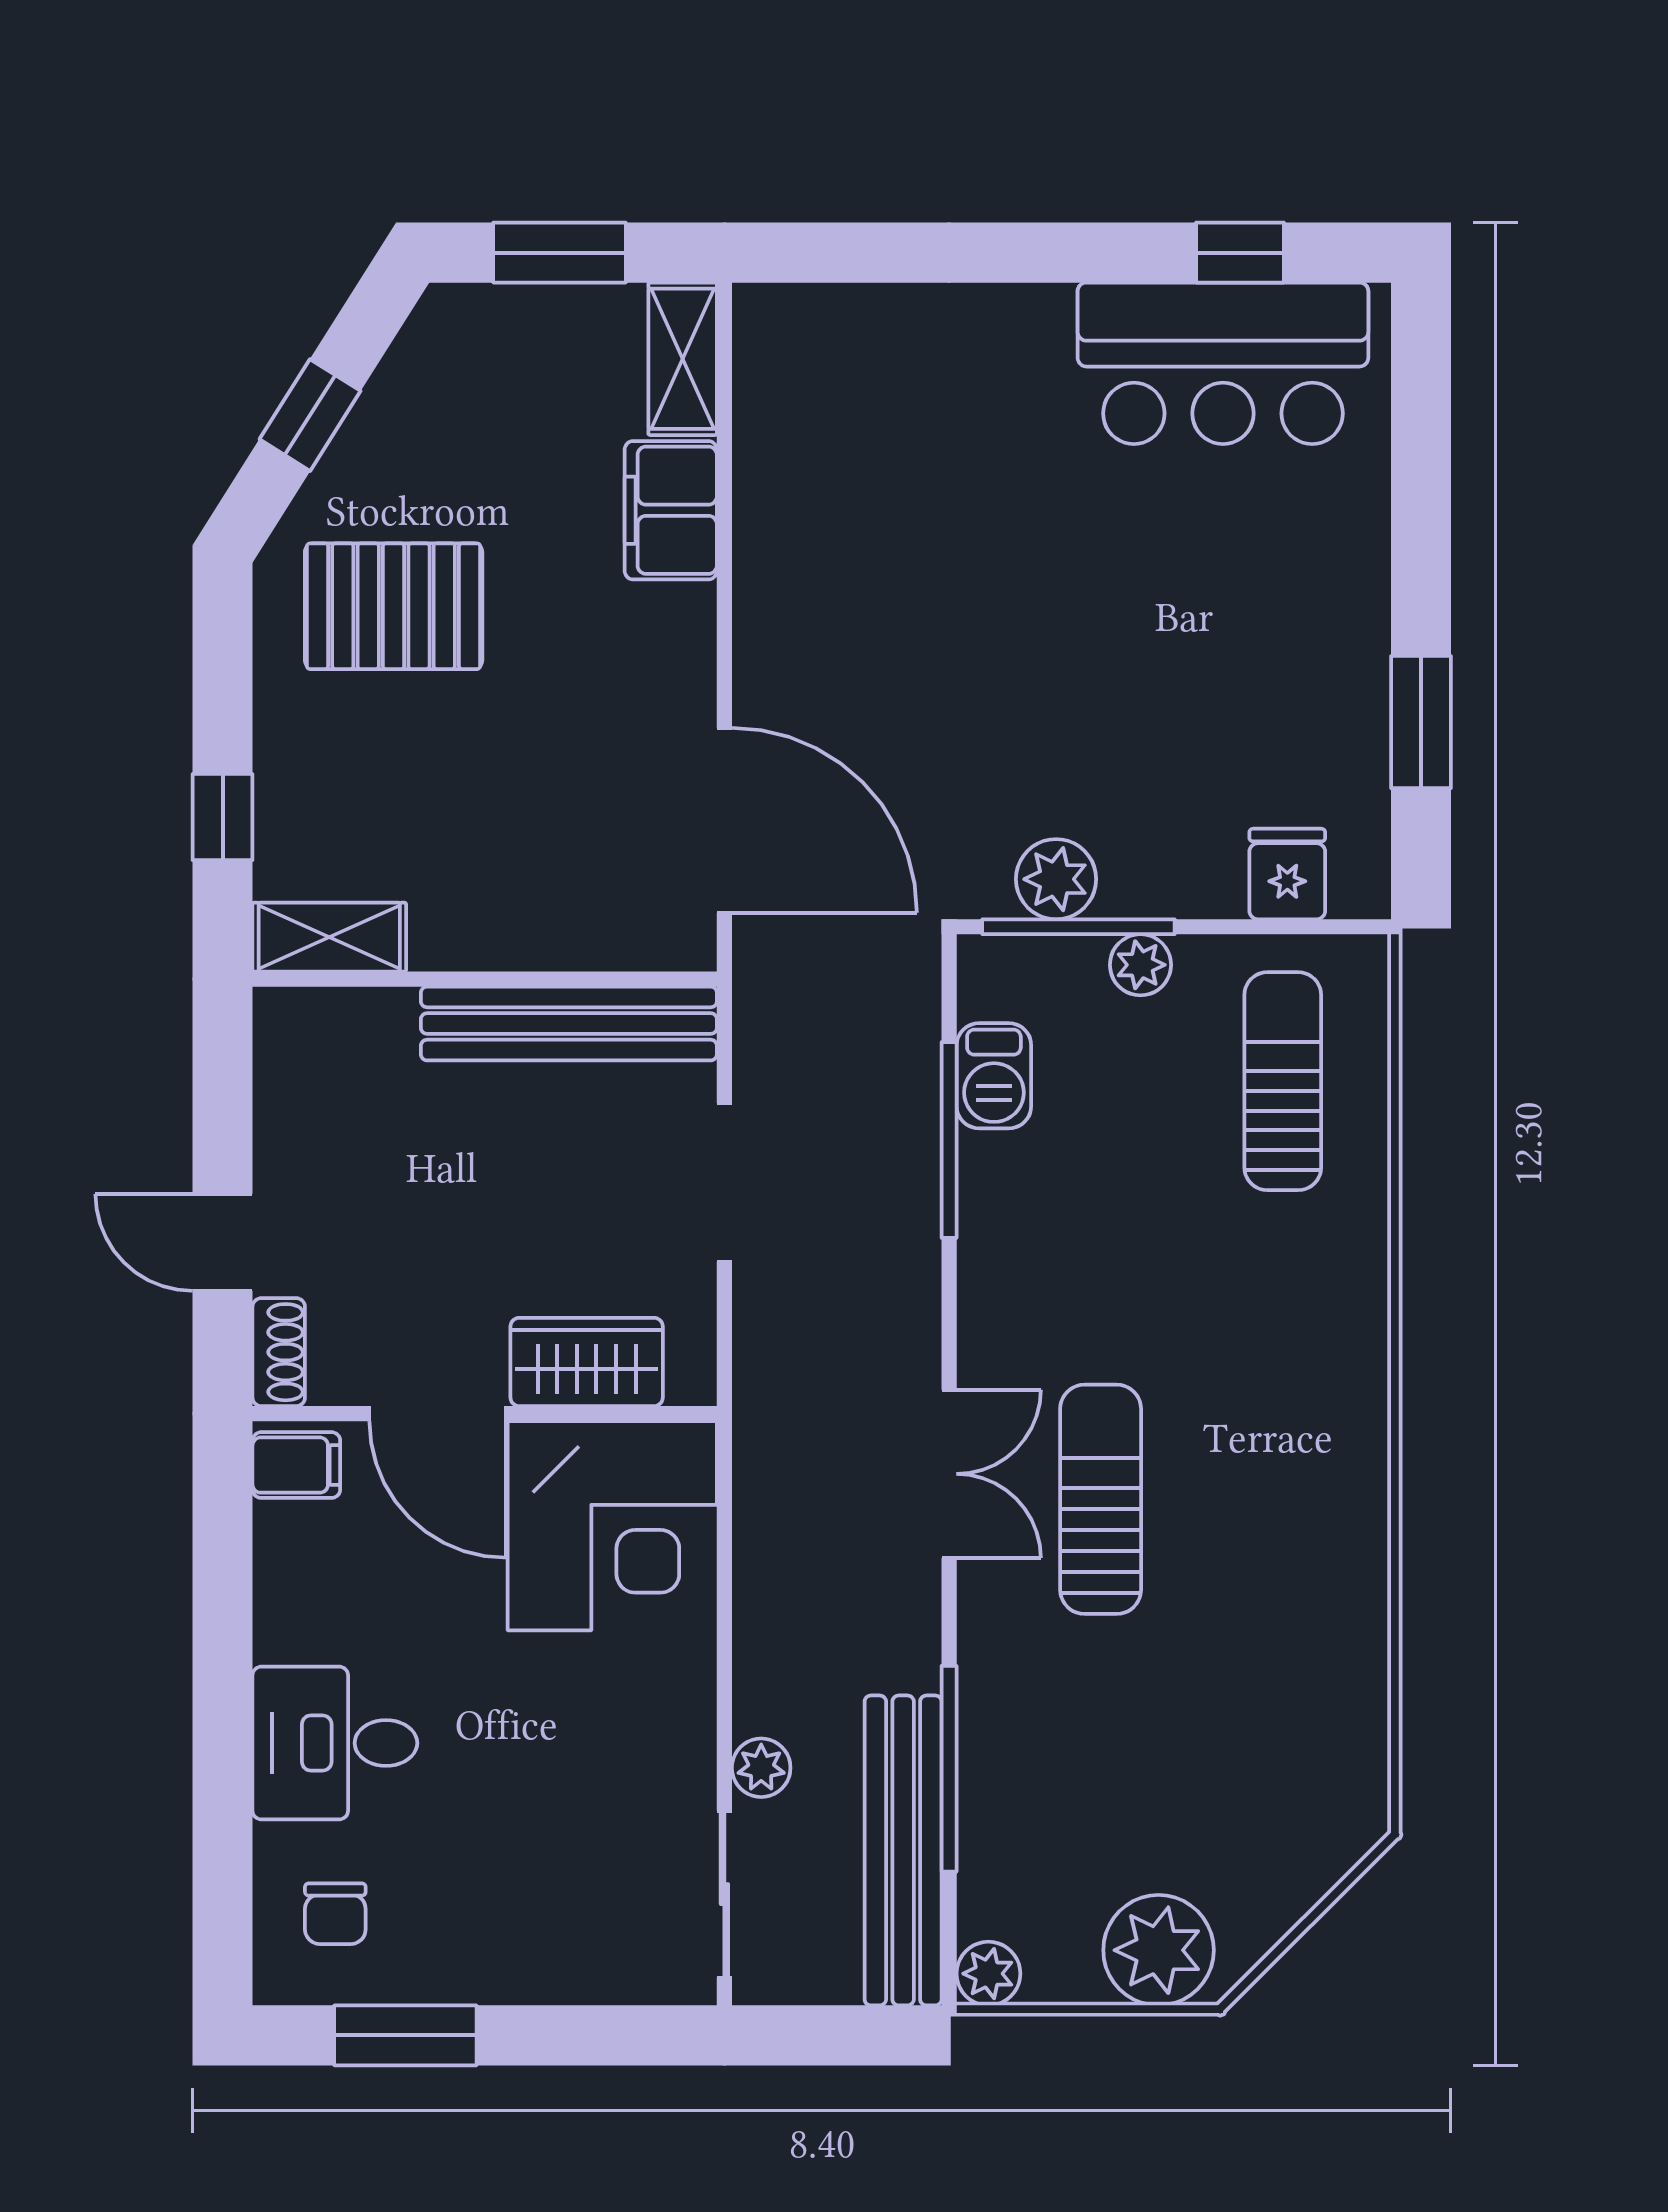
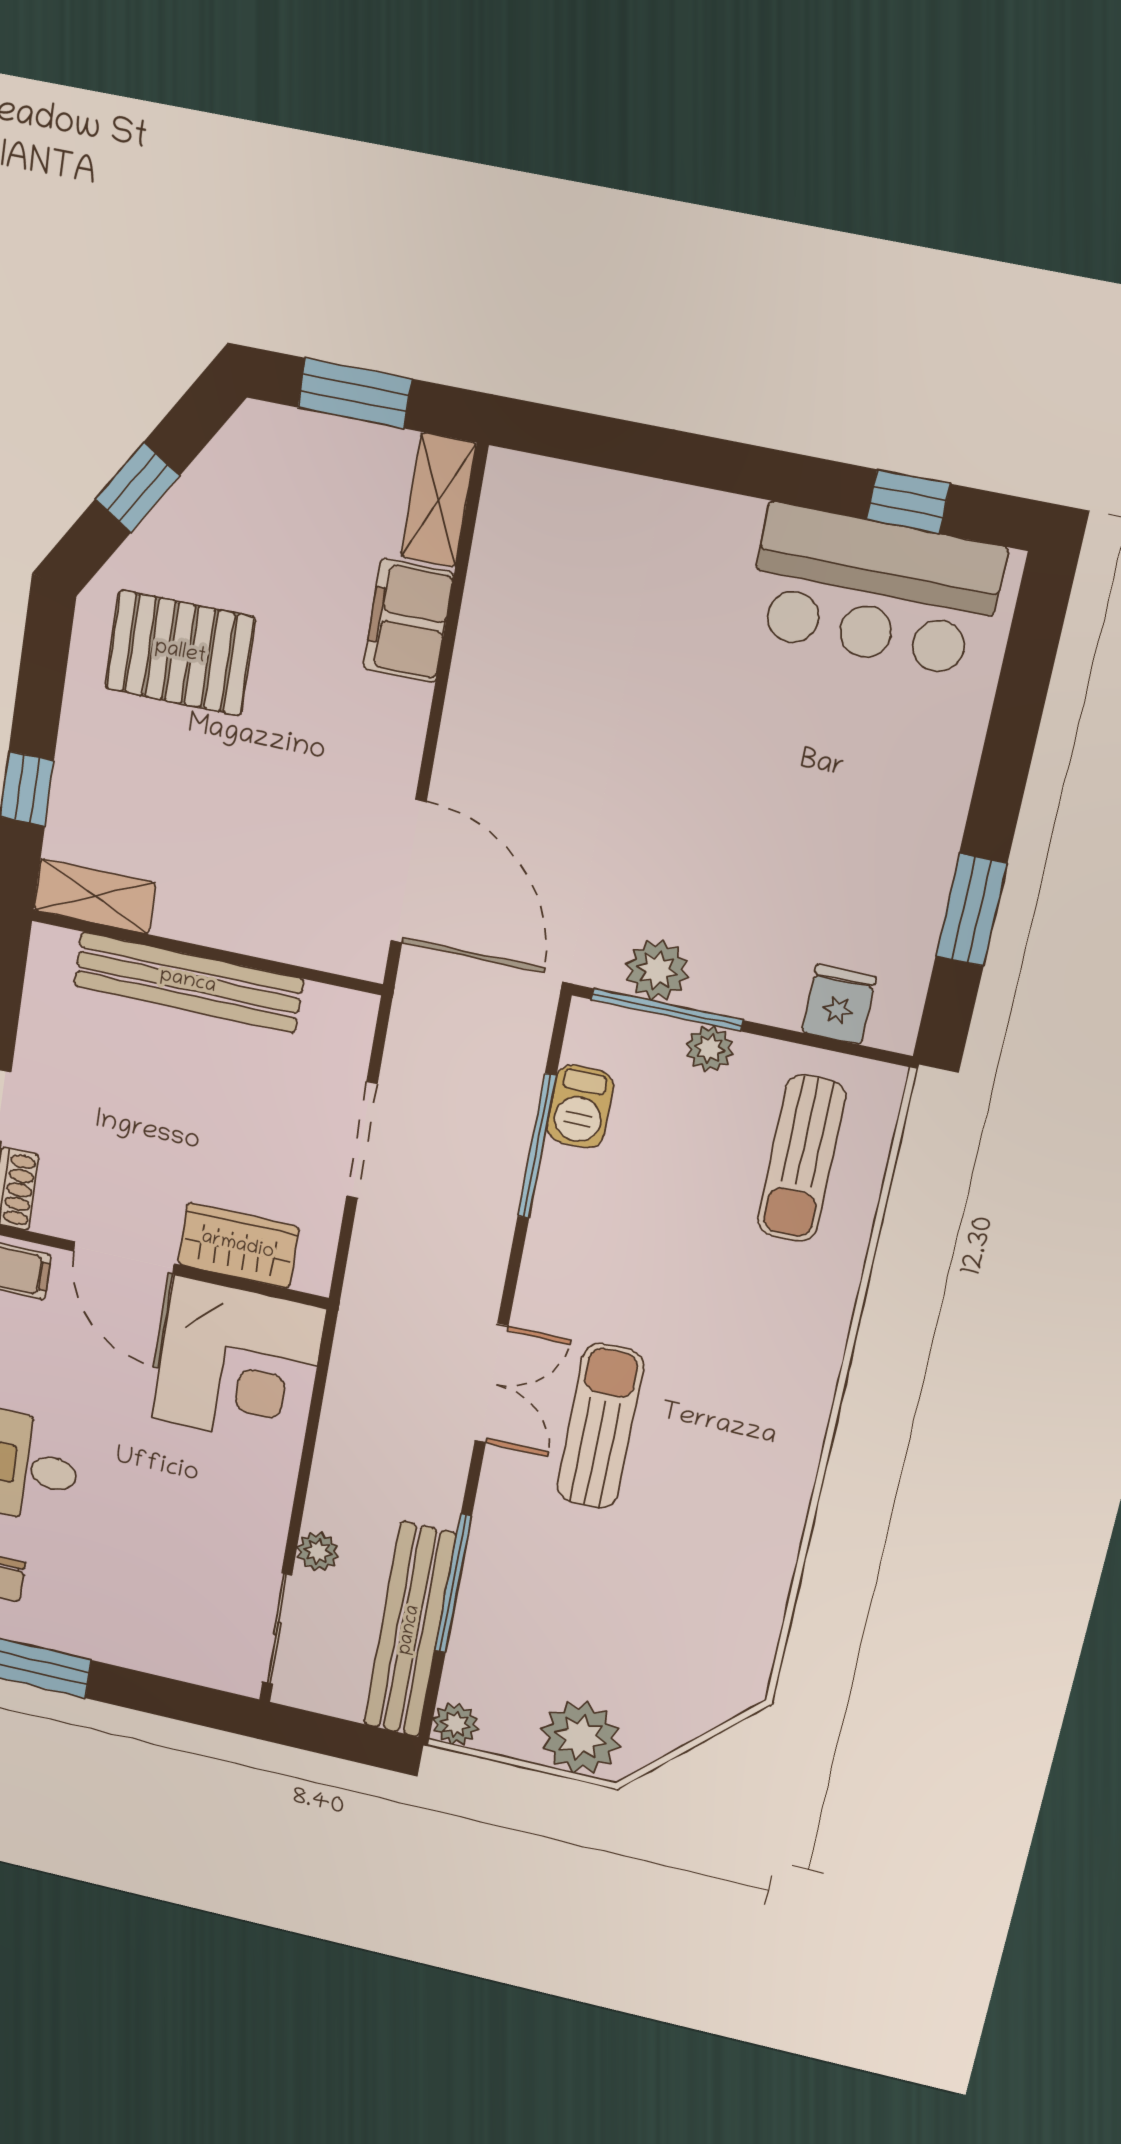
bench: (569, 1024) -> (188, 982), moved
sun lounger: (1283, 1081) -> (801, 1159), turned 180

